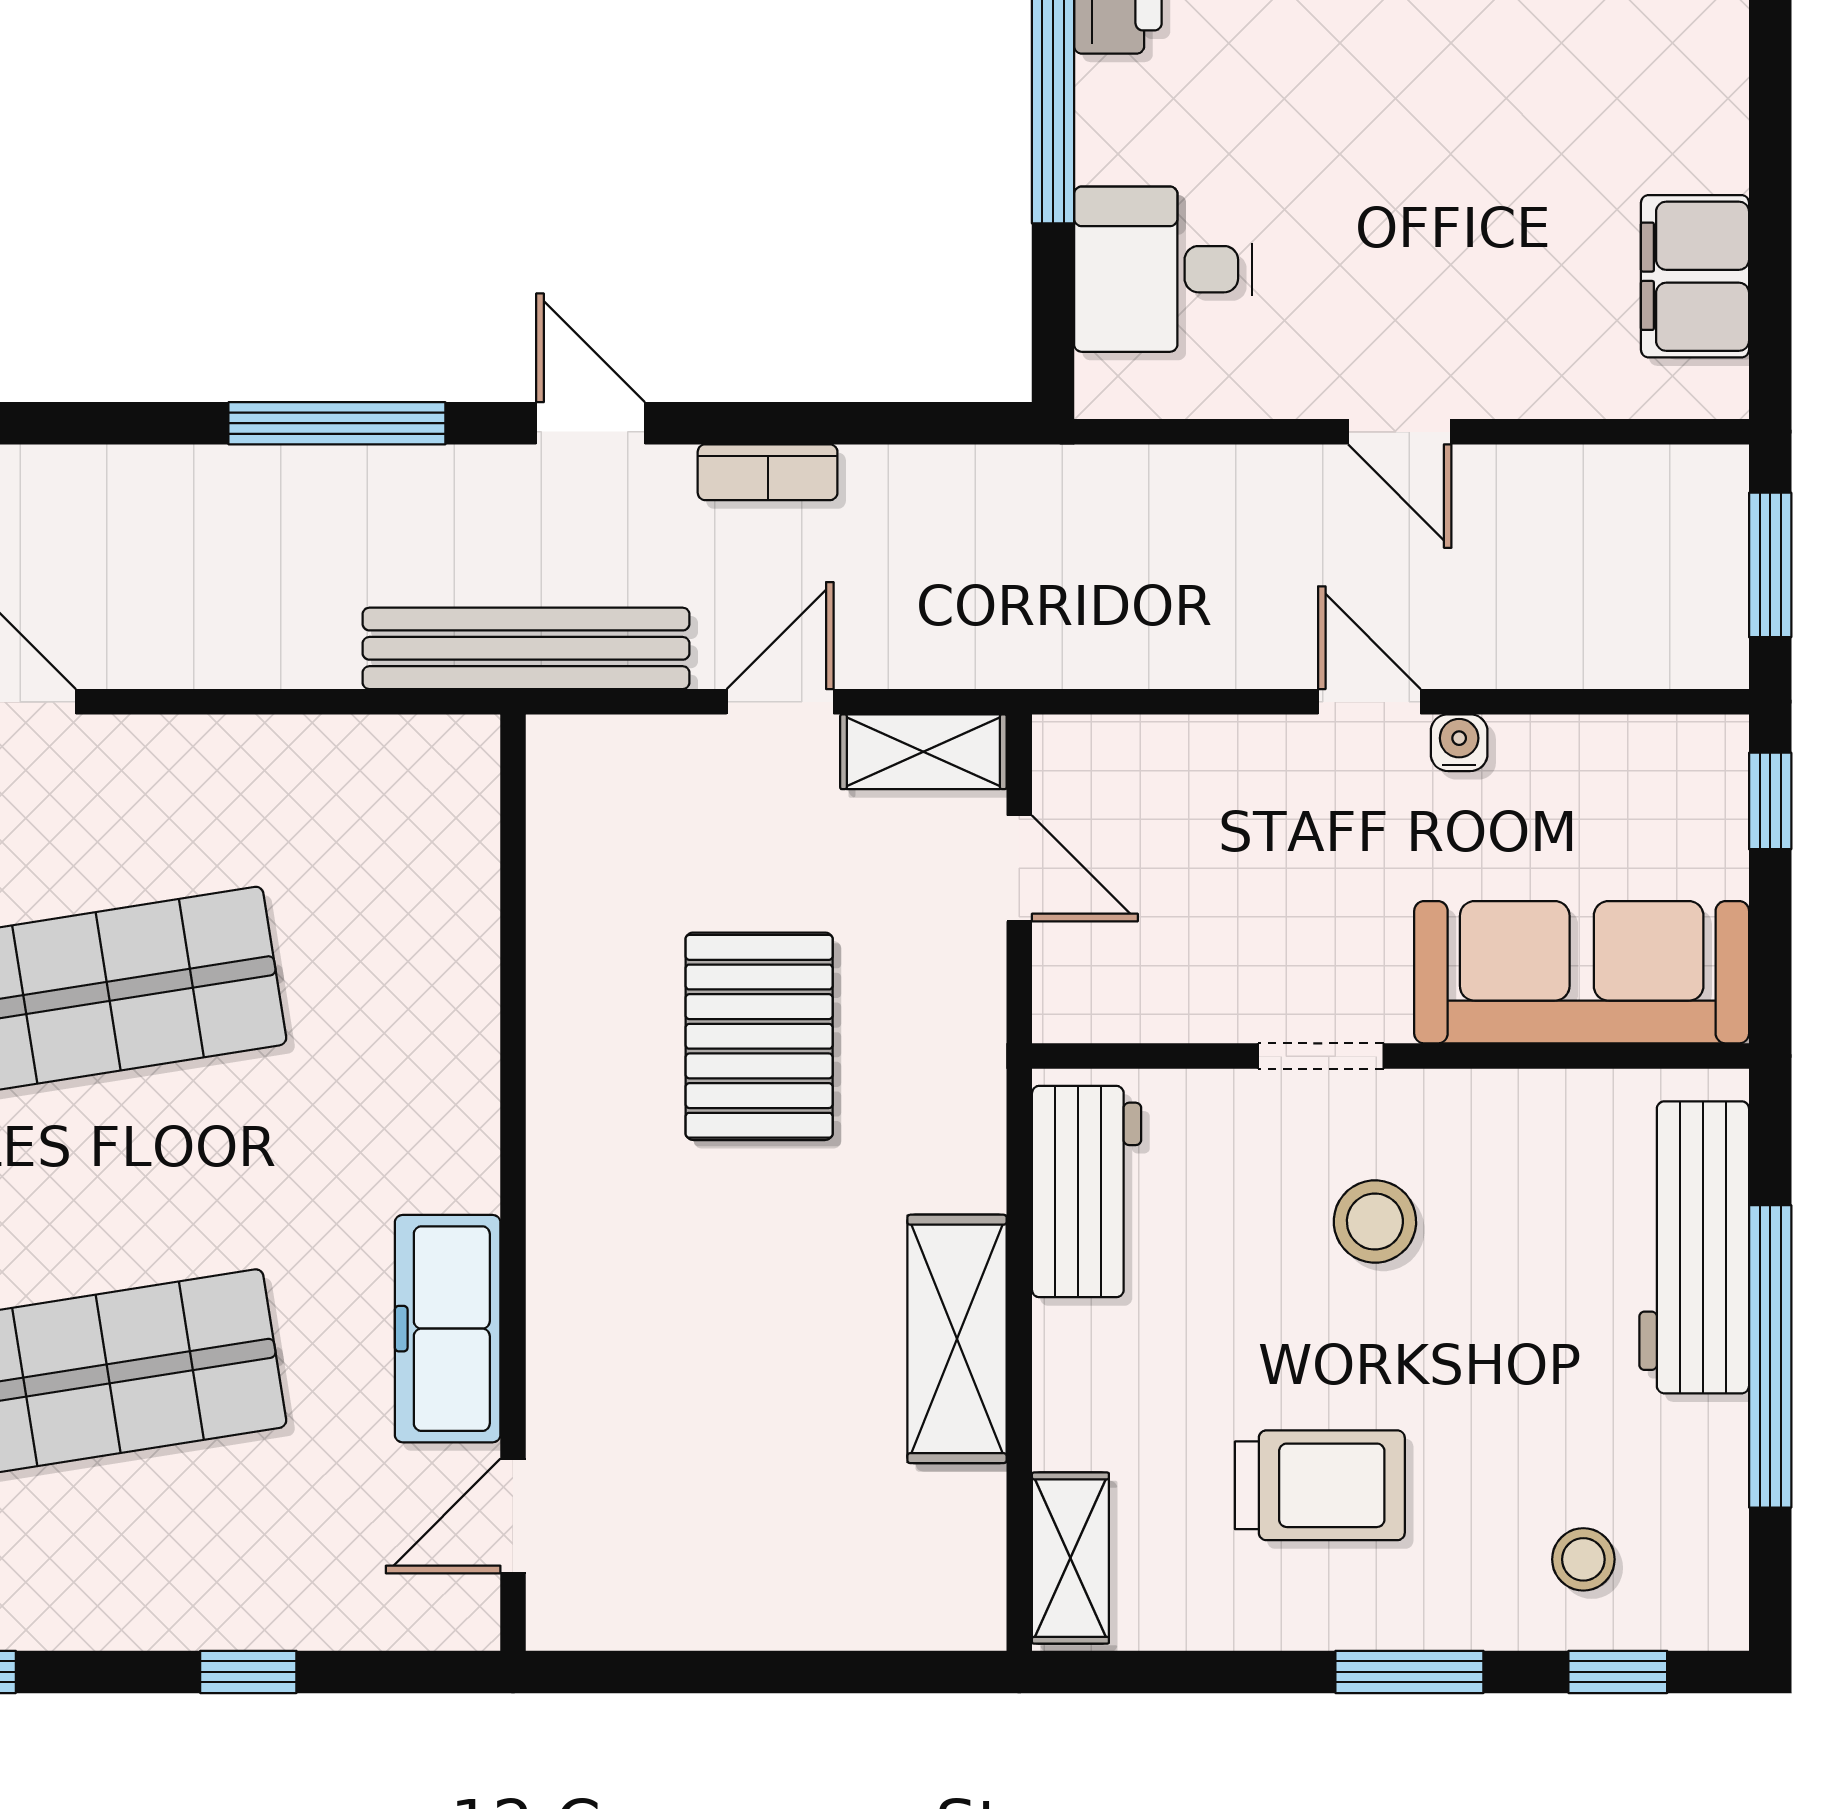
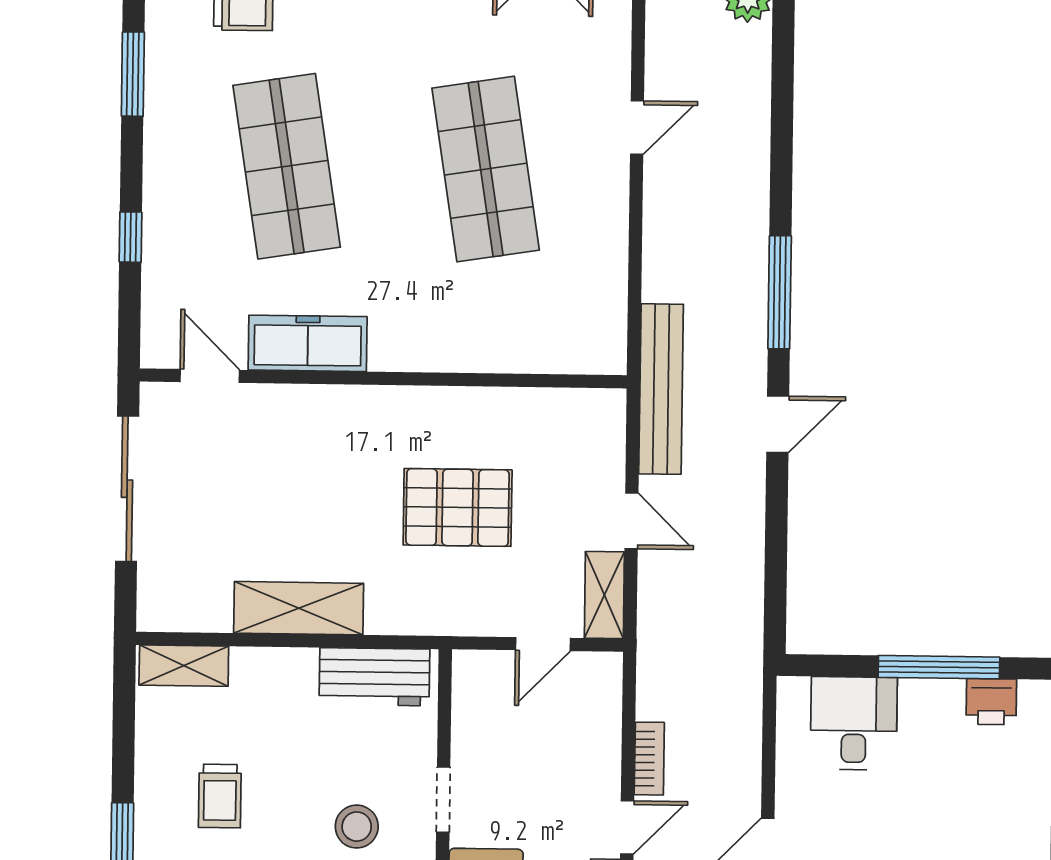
bookcase: (768, 472) -> (649, 759), moved, turned 180
trolley: (1320, 1485) -> (220, 796), width x0.73, depth x0.72
sliding door: (732, 1672) -> (127, 489), added

